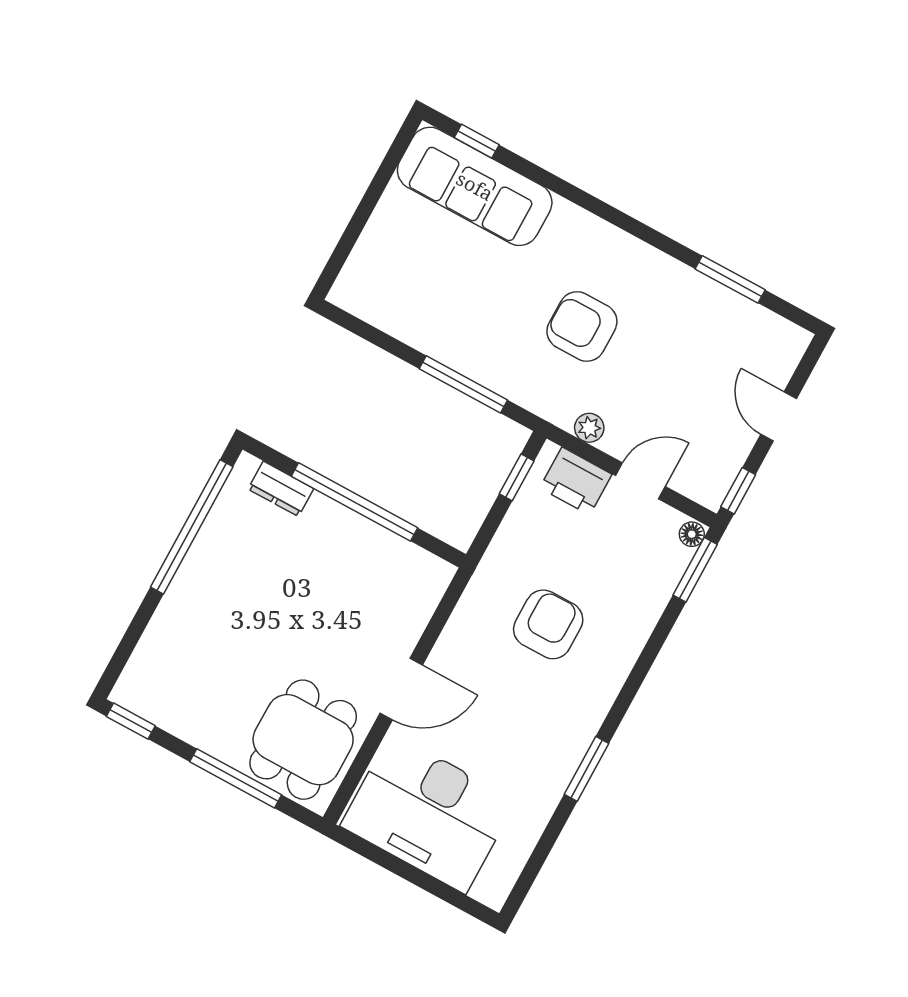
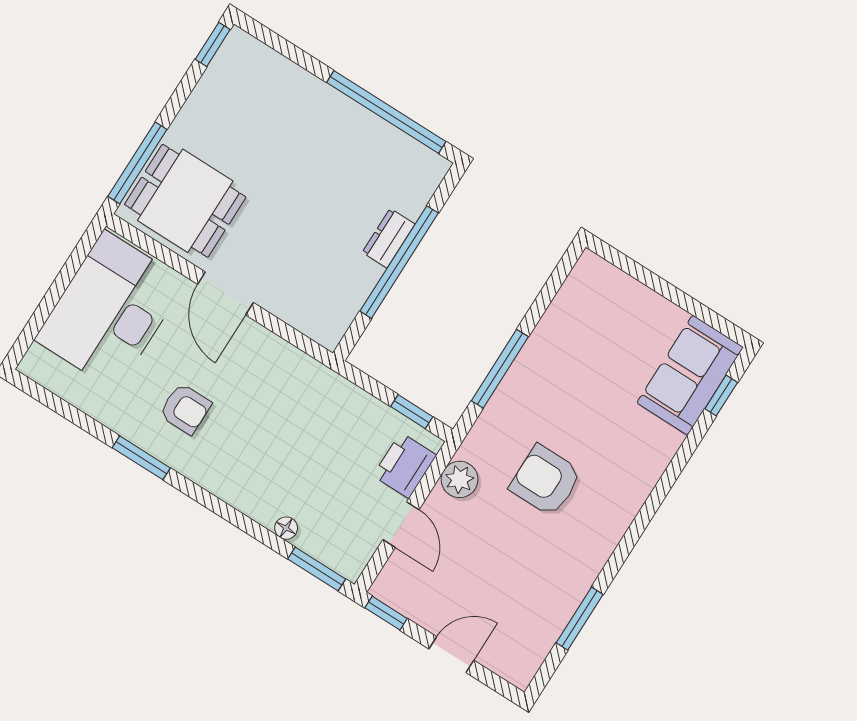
sofa: (475, 186) -> (690, 375), width x0.73
armchair: (582, 326) -> (546, 480), turned -90
plant: (589, 428) -> (460, 479), width x1.38, depth x1.38
dresser: (281, 489) -> (389, 238), moved
floor lamp: (692, 534) -> (286, 528), moved
armchair: (548, 624) -> (185, 409), moved, width x0.72, depth x0.72
window: (236, 778) -> (137, 163), moved

